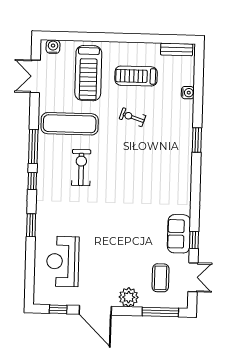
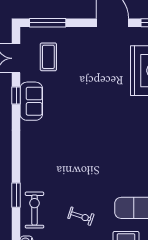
exercise bike: (81, 168) -> (34, 210), moved, turned 180
plant: (129, 297) -> (80, 37), removed

